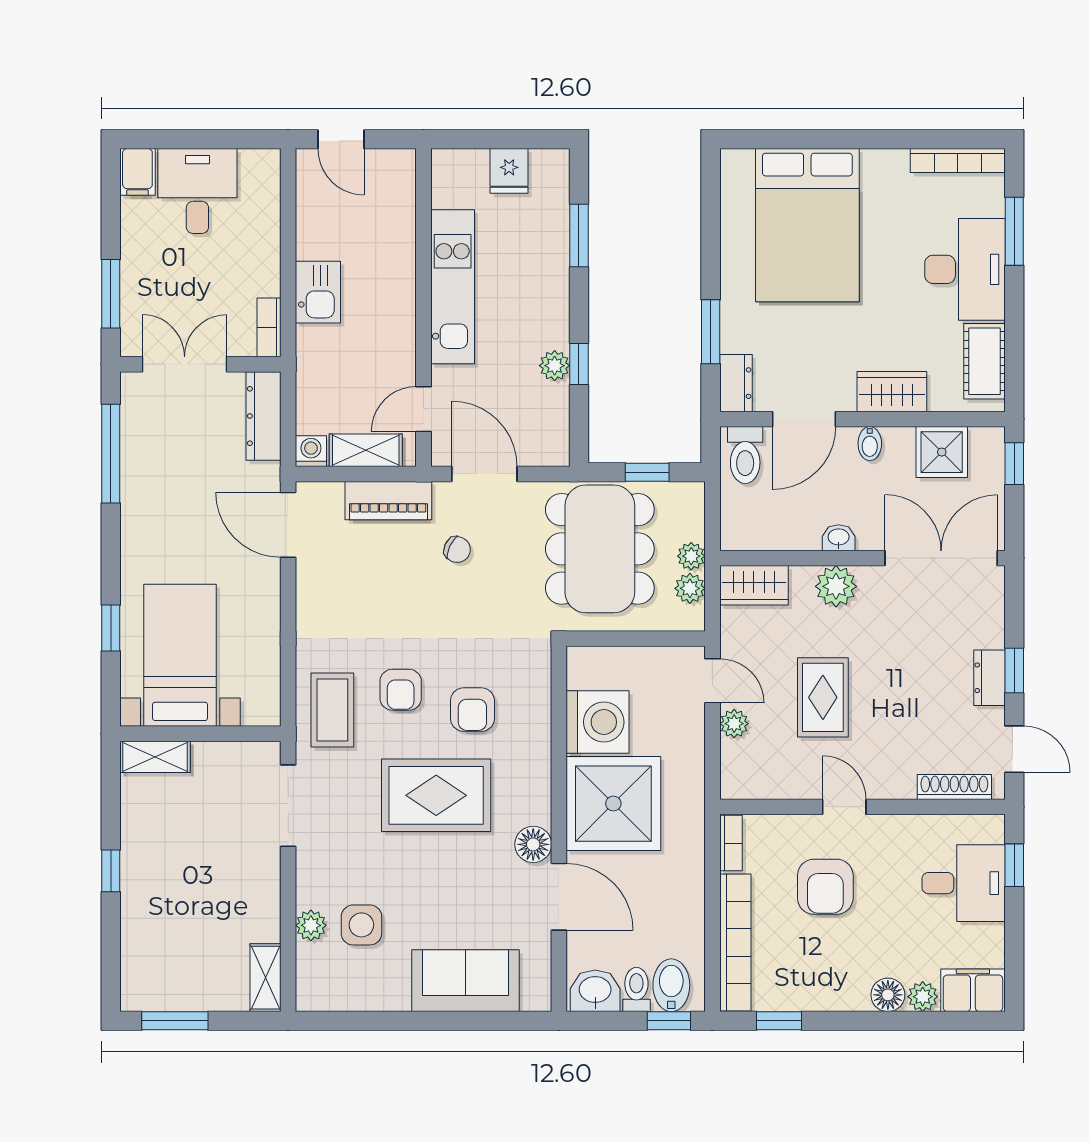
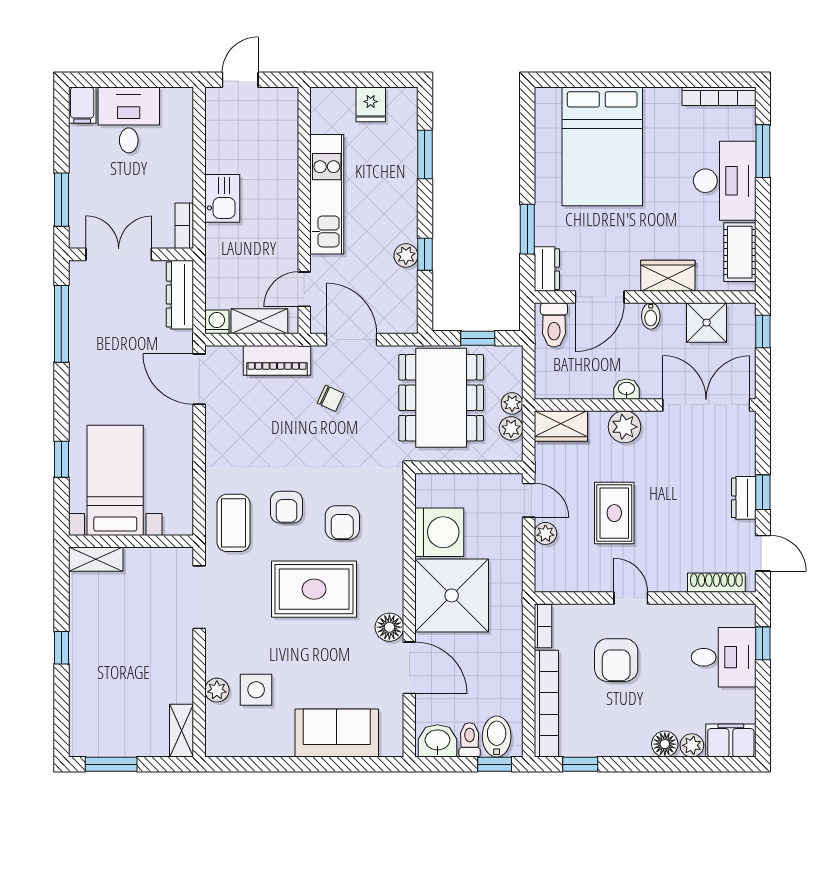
door: (341, 139) -> (240, 80), swing flipped

